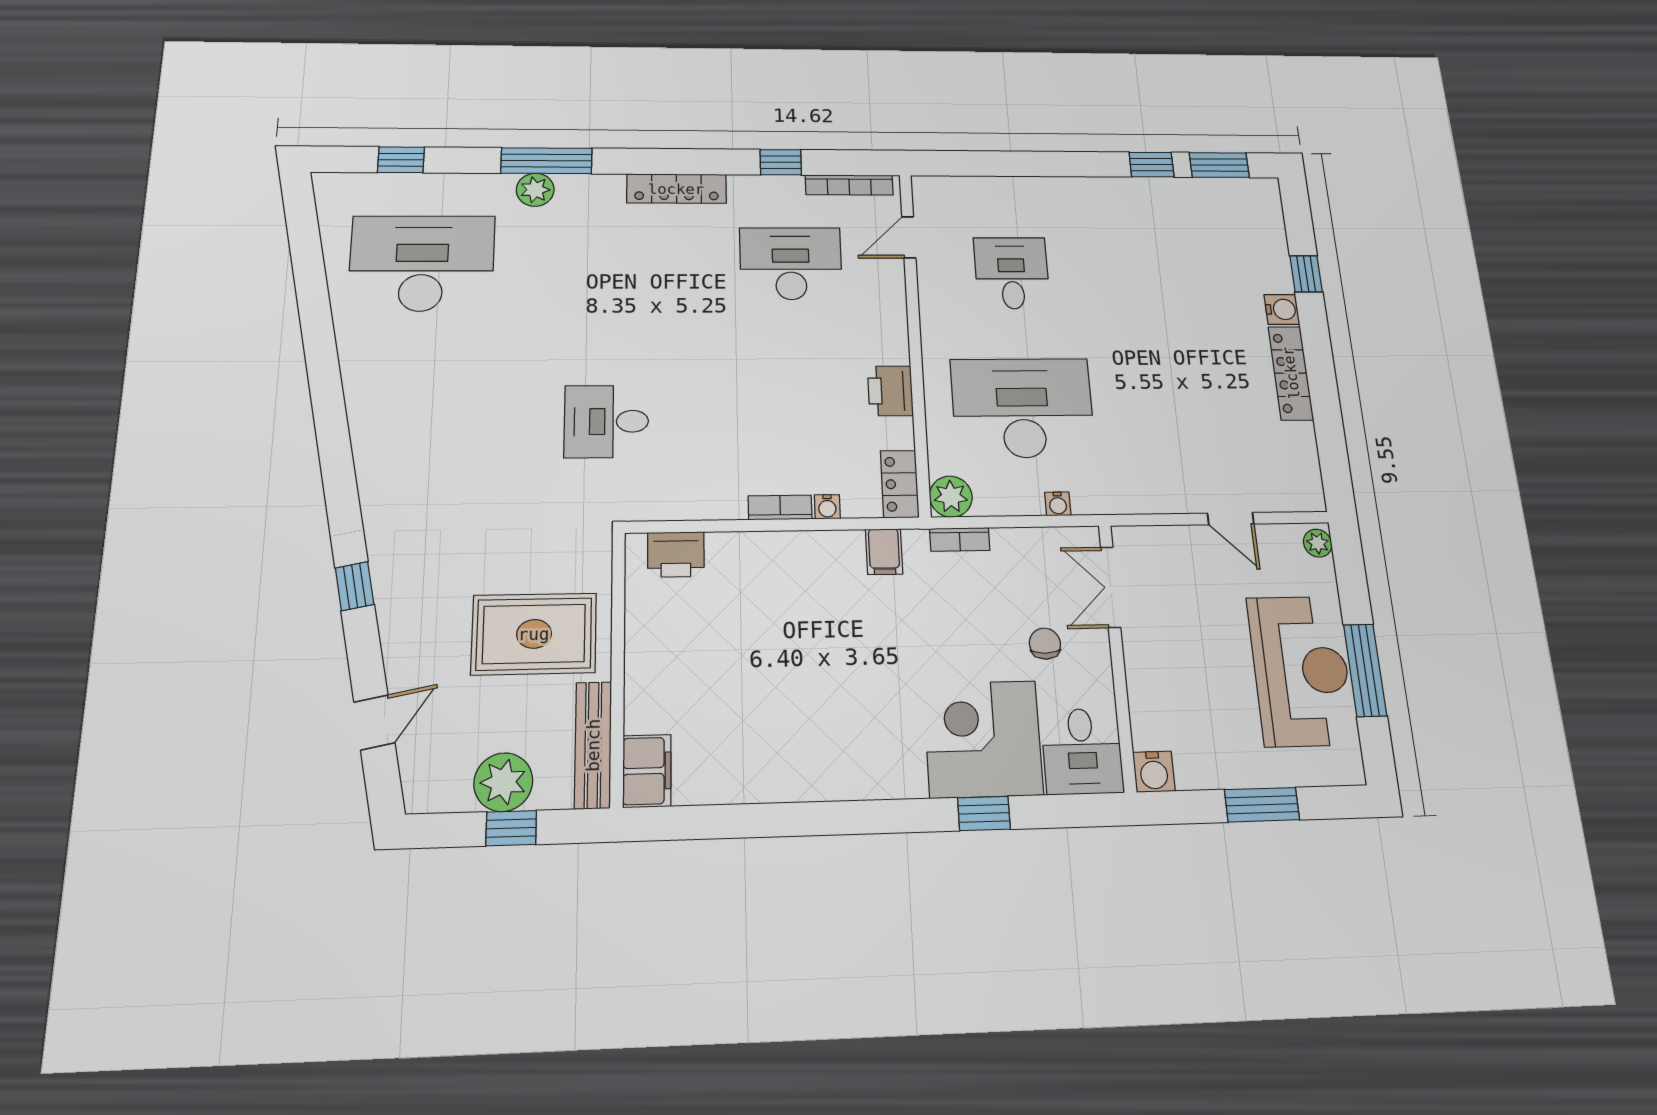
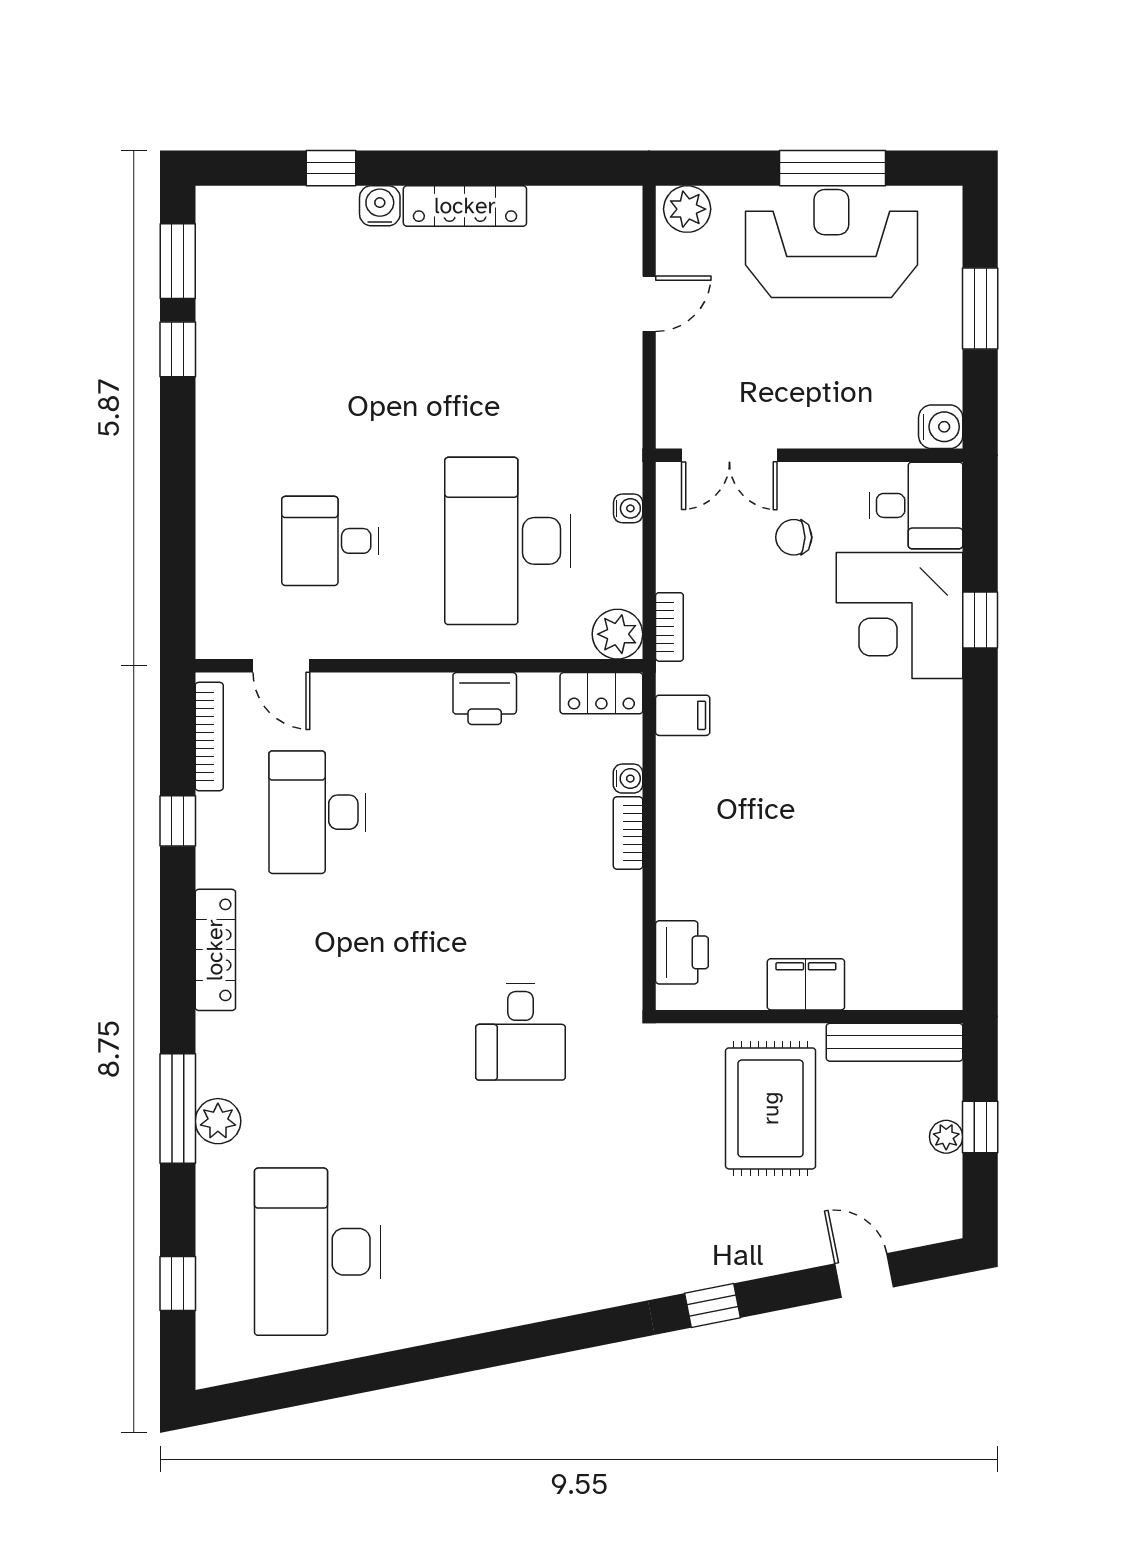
plant: (1318, 543) -> (687, 209), width x1.38, depth x1.38
filing cabinet: (647, 771) -> (806, 984), moved
plant: (503, 782) -> (946, 1137), width x0.53, depth x0.53

